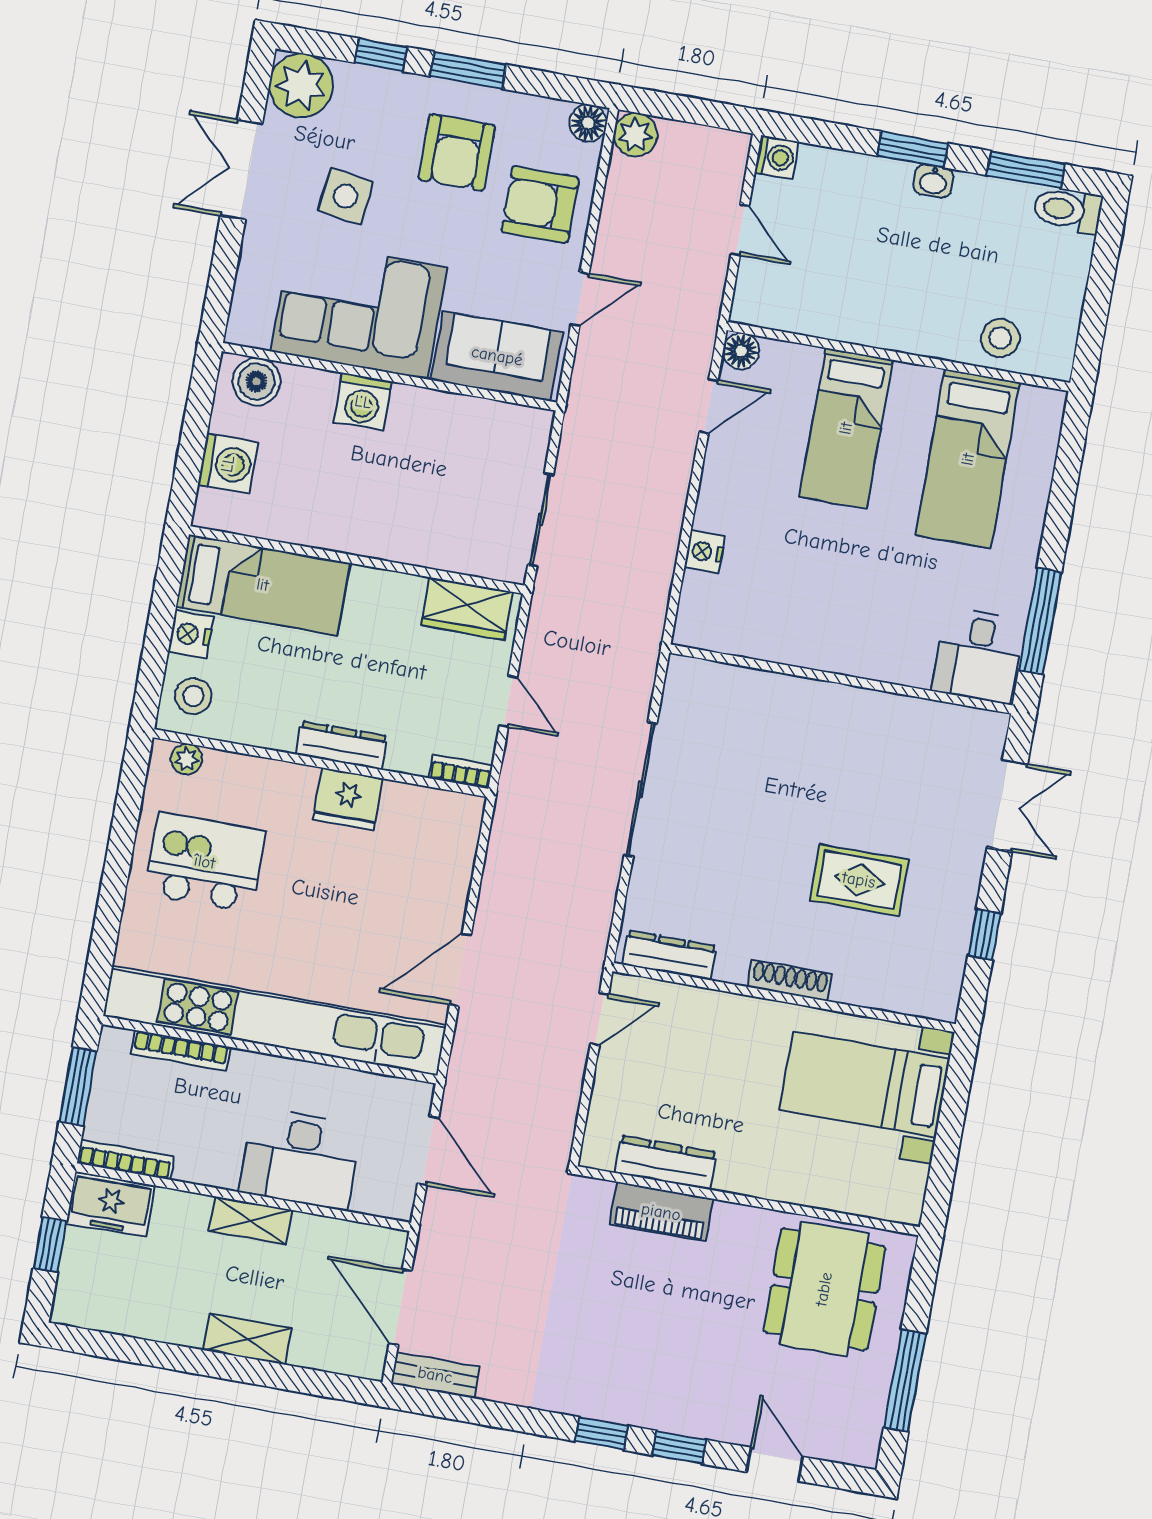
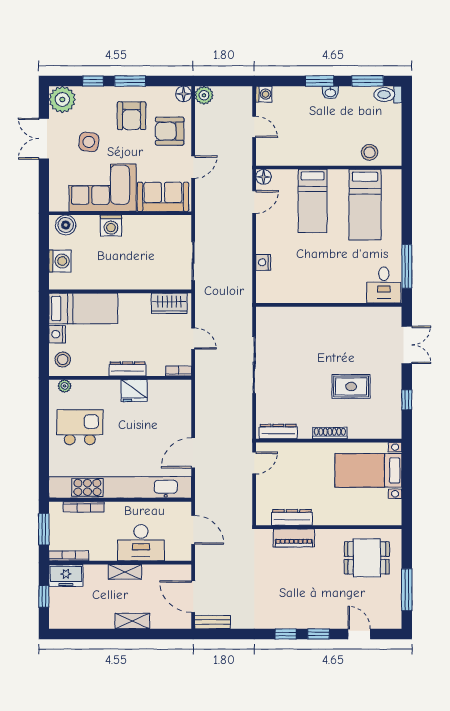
dining table: (824, 1289) -> (367, 558), width x0.73

